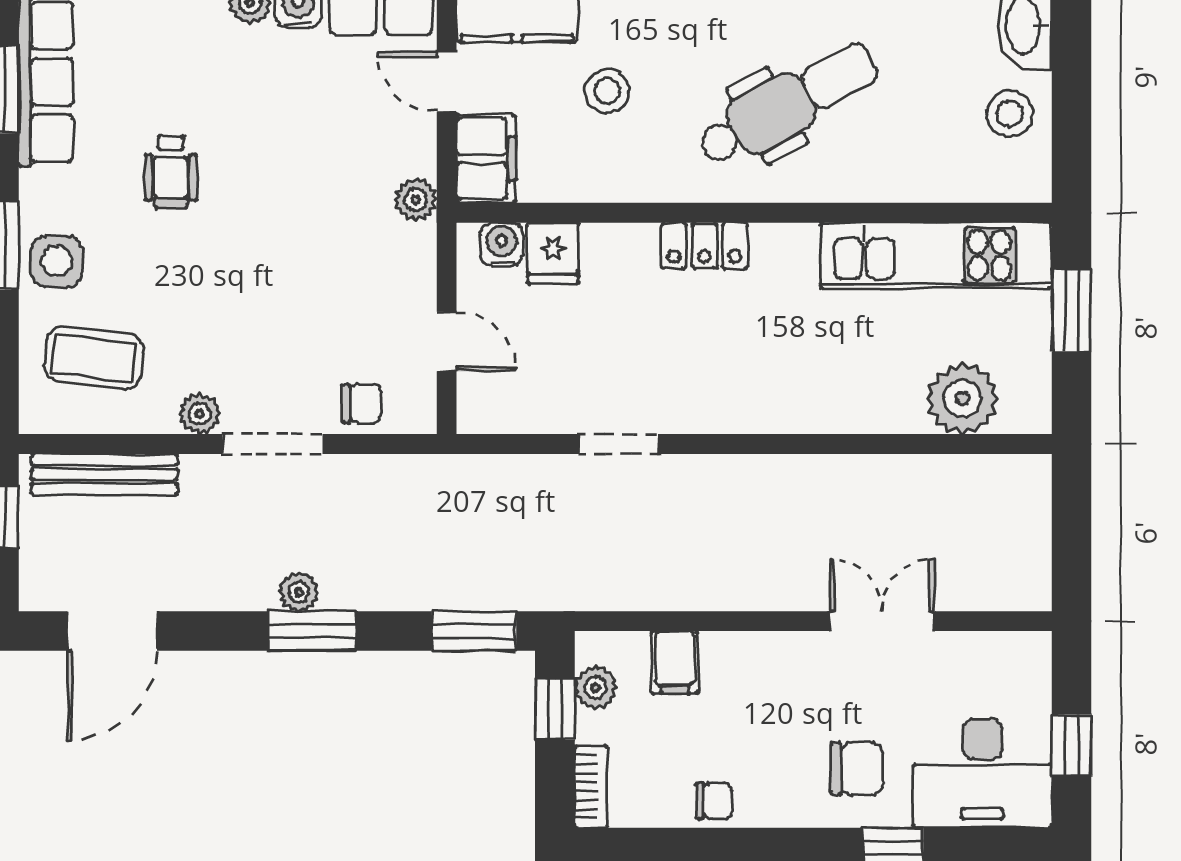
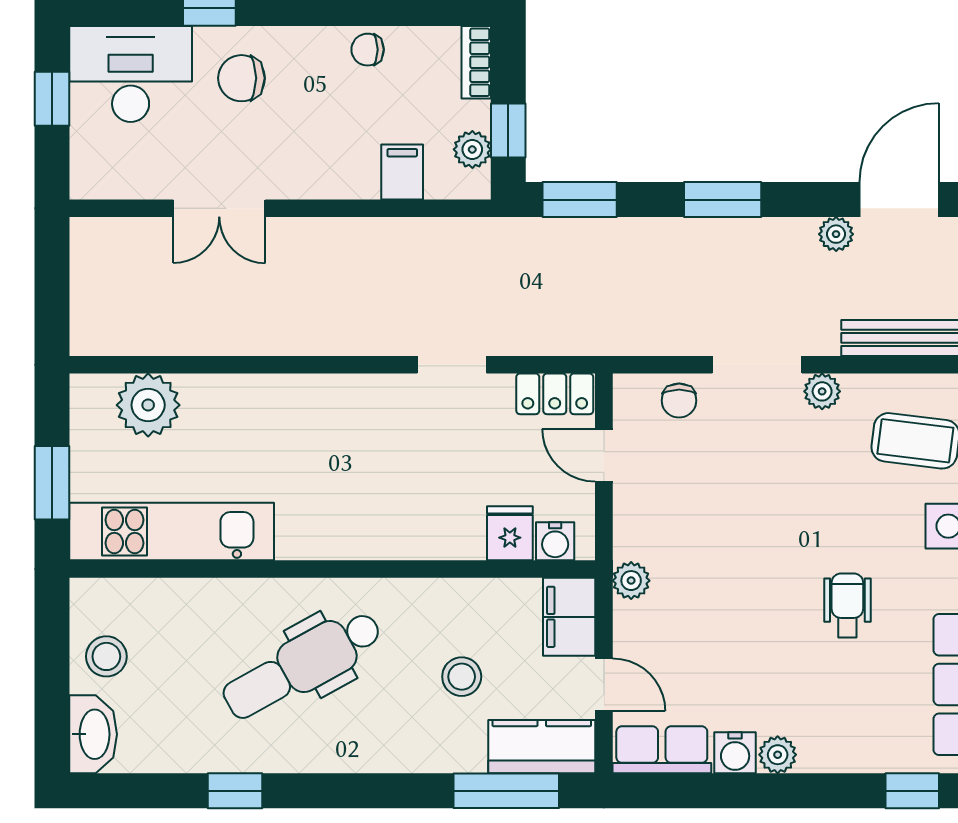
locker: (704, 246) -> (555, 394), moved, turned 180
chair: (362, 404) -> (679, 401), turned -90
plant: (299, 592) -> (836, 234), moved

